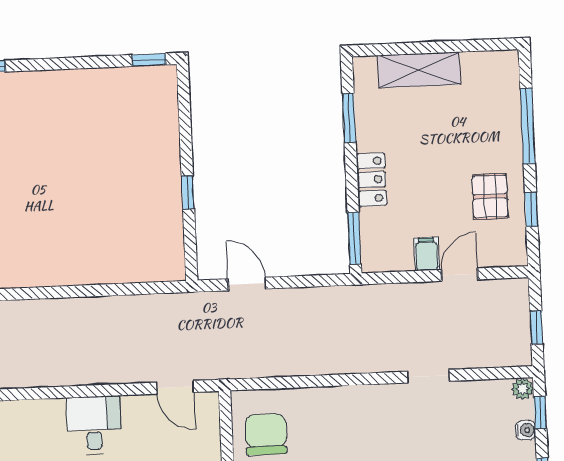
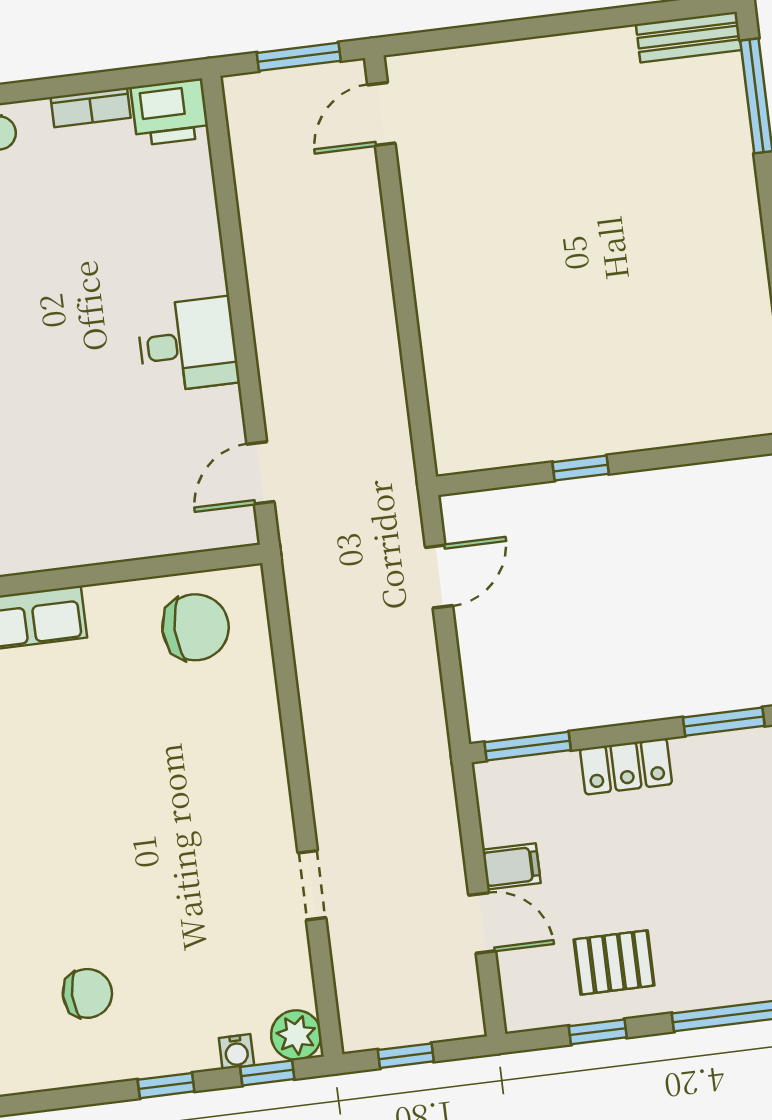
plant: (522, 389) -> (296, 1035), width x1.38, depth x1.38

